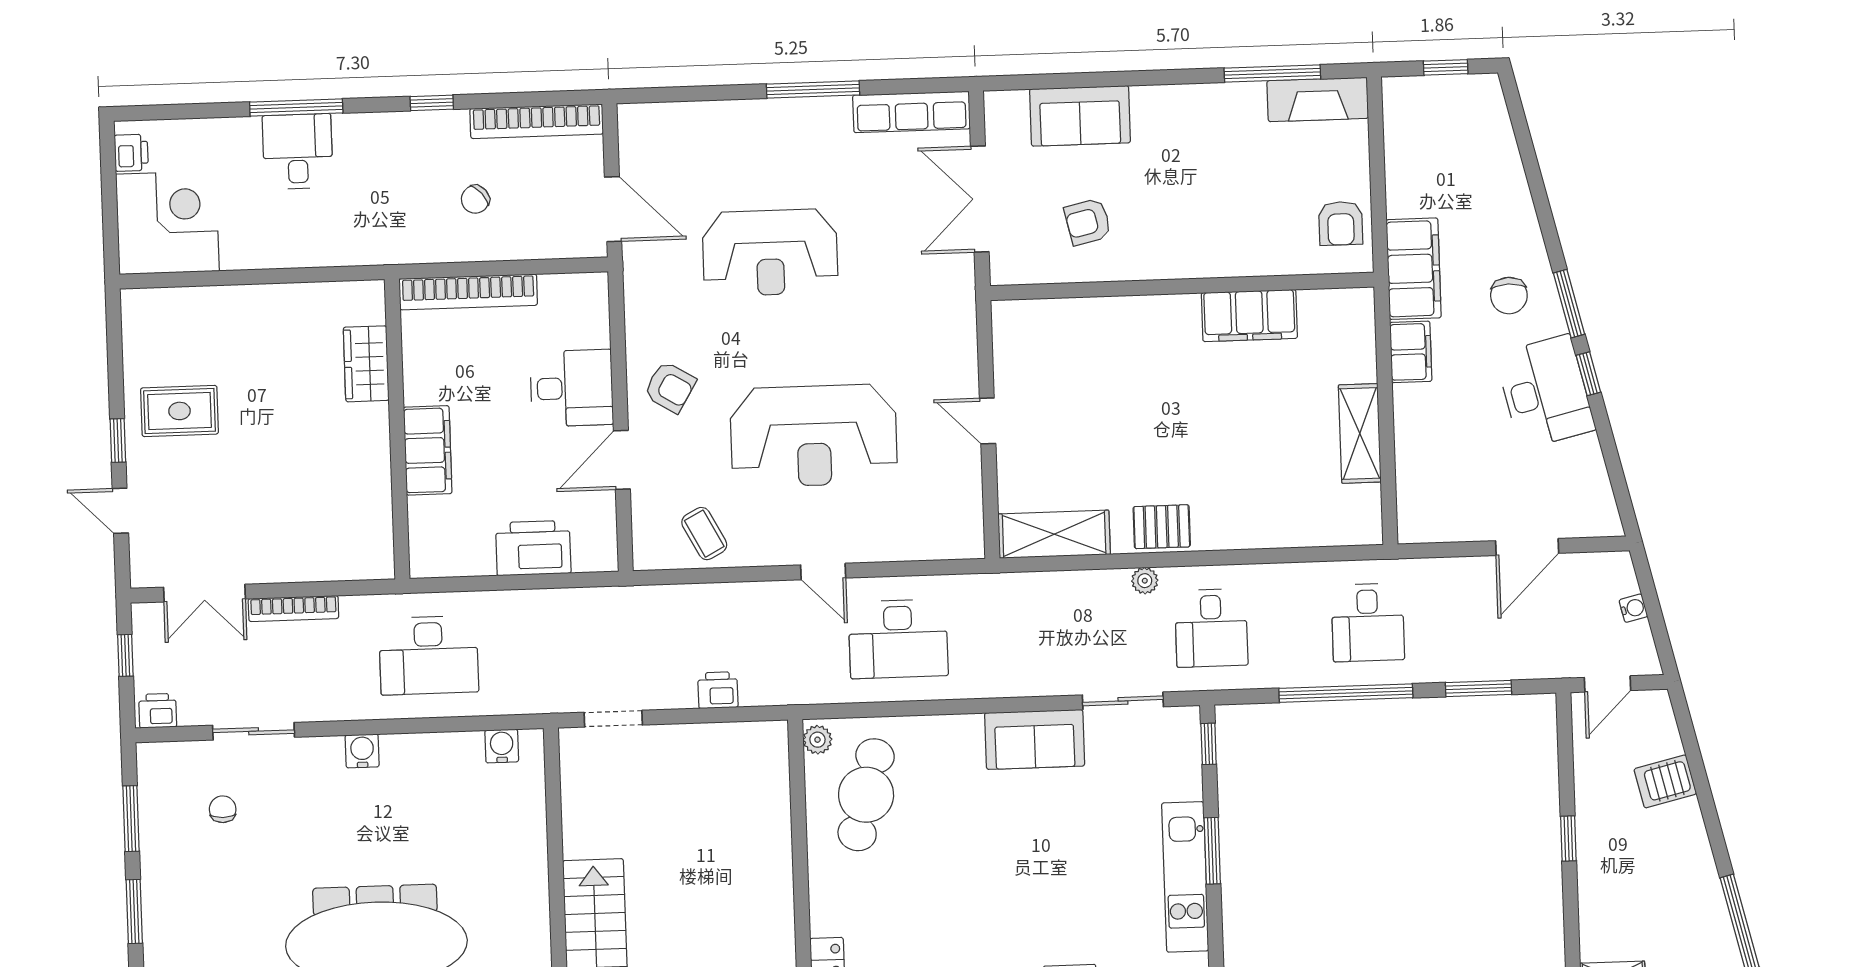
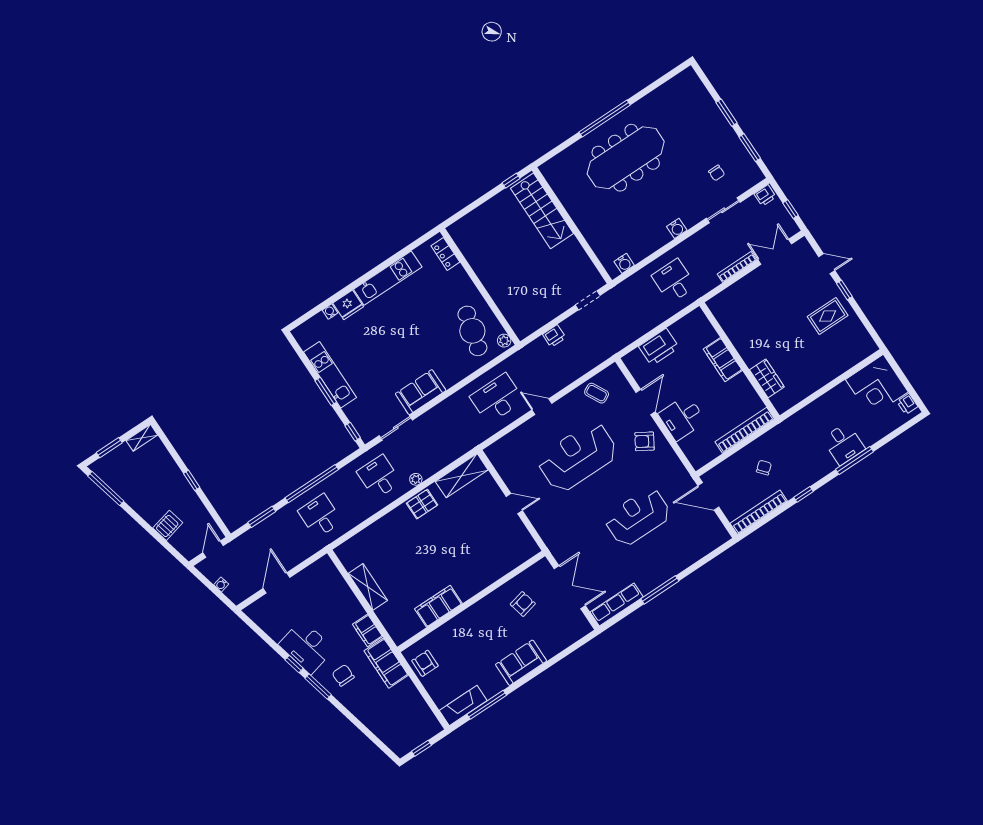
sofa: (1080, 116) -> (521, 663), moved
desk: (429, 655) -> (674, 281), width x0.73

